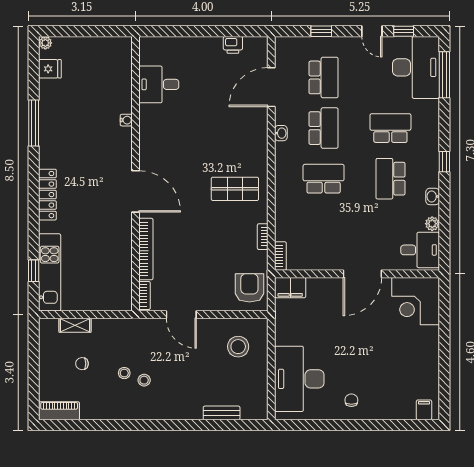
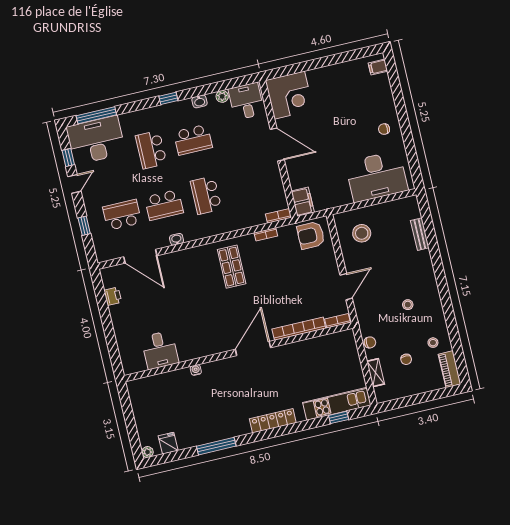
school desk: (324, 128) -> (164, 205), turned 180
chair: (111, 327) -> (370, 342), added
stool: (124, 373) -> (433, 343), moved

